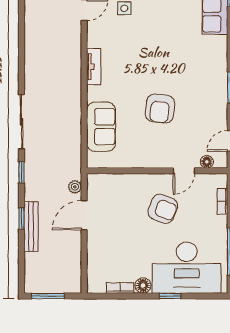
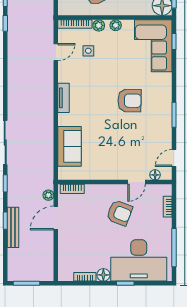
armchair: (160, 109) -> (130, 101), moved, turned -96
bookcase: (104, 179) -> (72, 189), added

